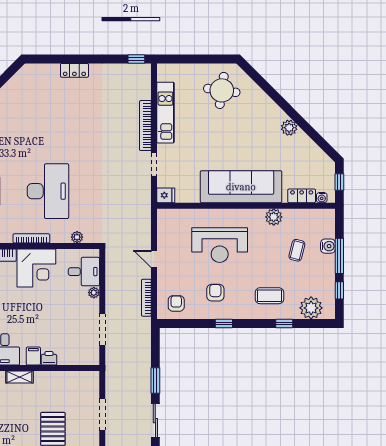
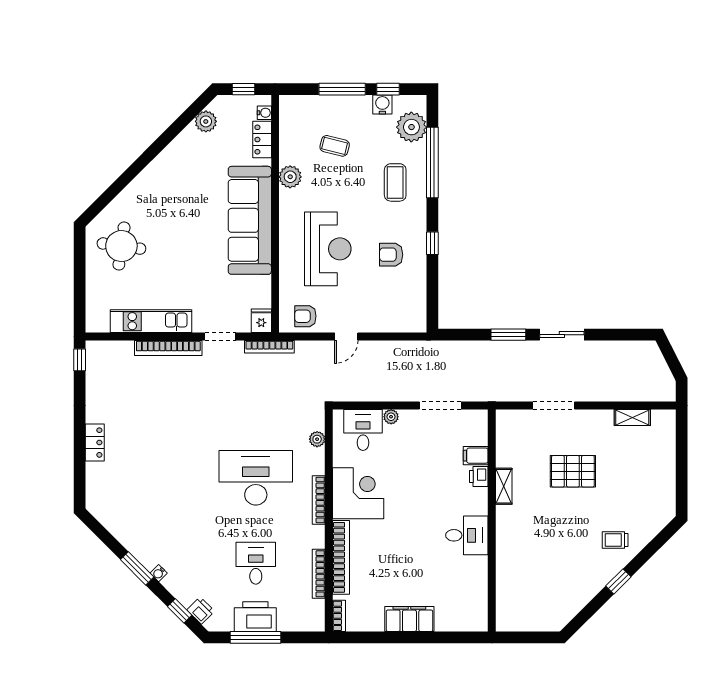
plant: (289, 128) -> (206, 121), moved
water cooler: (328, 246) -> (382, 105), moved
bookcase: (146, 298) -> (269, 347), moved
armchair: (176, 303) -> (305, 316), moved
window: (284, 324) -> (432, 163), width x3.17
filing cabinet: (33, 356) -> (476, 456), moved
shelving: (19, 377) -> (504, 486), moved

